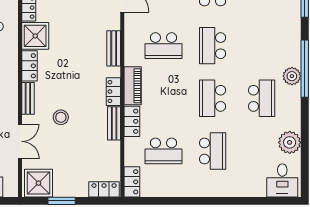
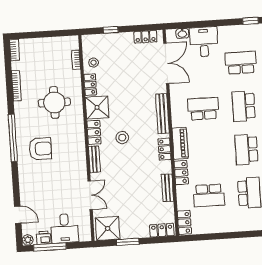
school desk: (163, 46) -> (203, 109), turned 180
bench: (114, 48) -> (162, 114), width x1.36
stool: (61, 117) -> (122, 138), moved
bench: (114, 123) -> (168, 188), moved

